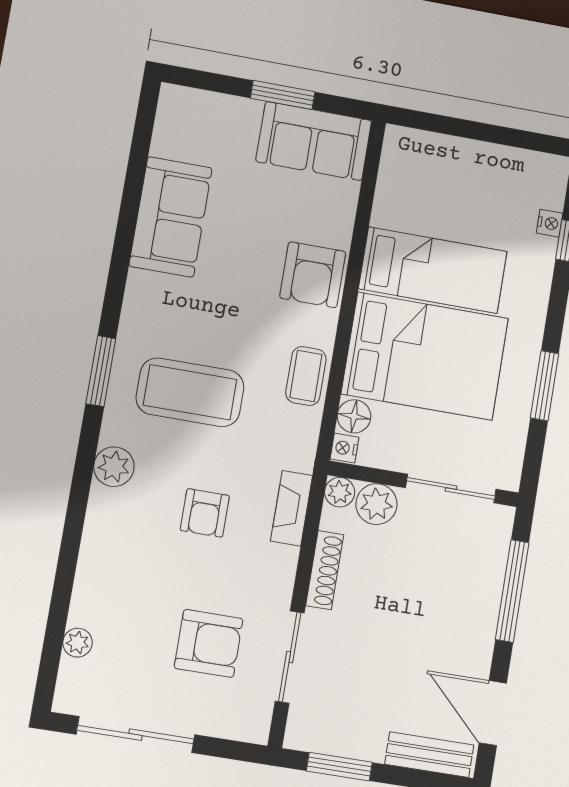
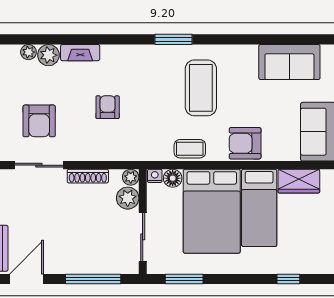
wardrobe: (397, 191) -> (299, 181), added
sofa: (171, 217) -> (289, 62), moved
nightstand: (550, 223) -> (296, 268), removed
window: (545, 386) -> (184, 279), moved
coffee table: (190, 392) -> (201, 88), moved
plant: (114, 467) -> (48, 55), moved
fireplace: (292, 508) -> (80, 53), moved, turned 180
armchair: (205, 513) -> (108, 107), turned 90

